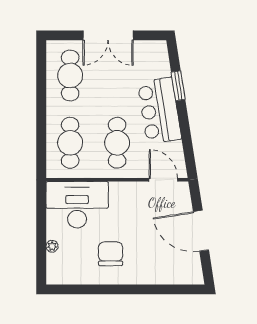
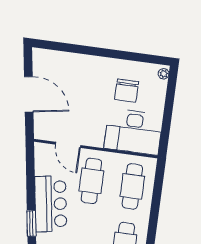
door: (163, 180) -> (68, 145), moved
plant: (52, 246) -> (164, 74), moved
chair: (111, 254) -> (127, 91), moved

